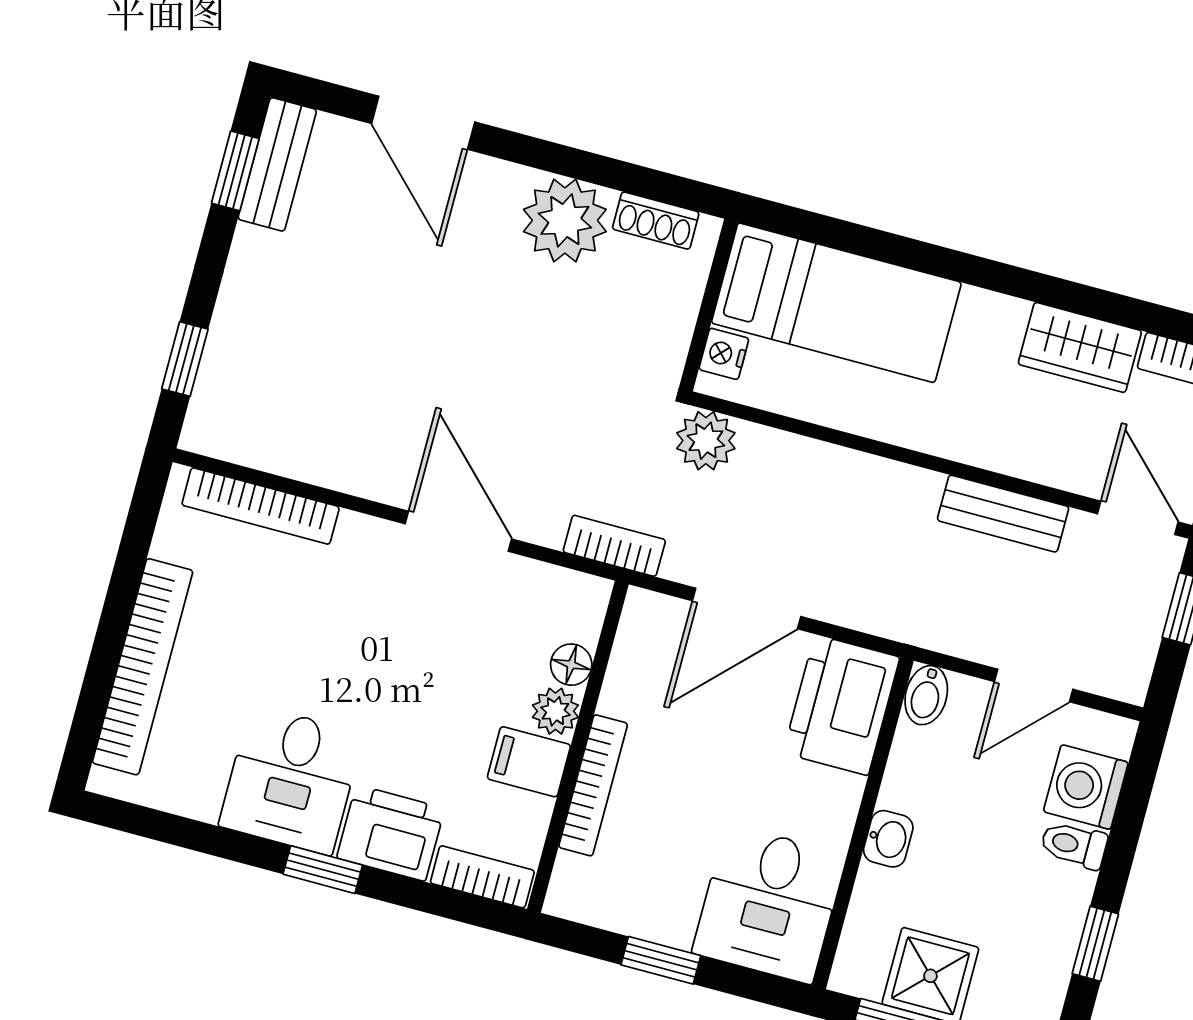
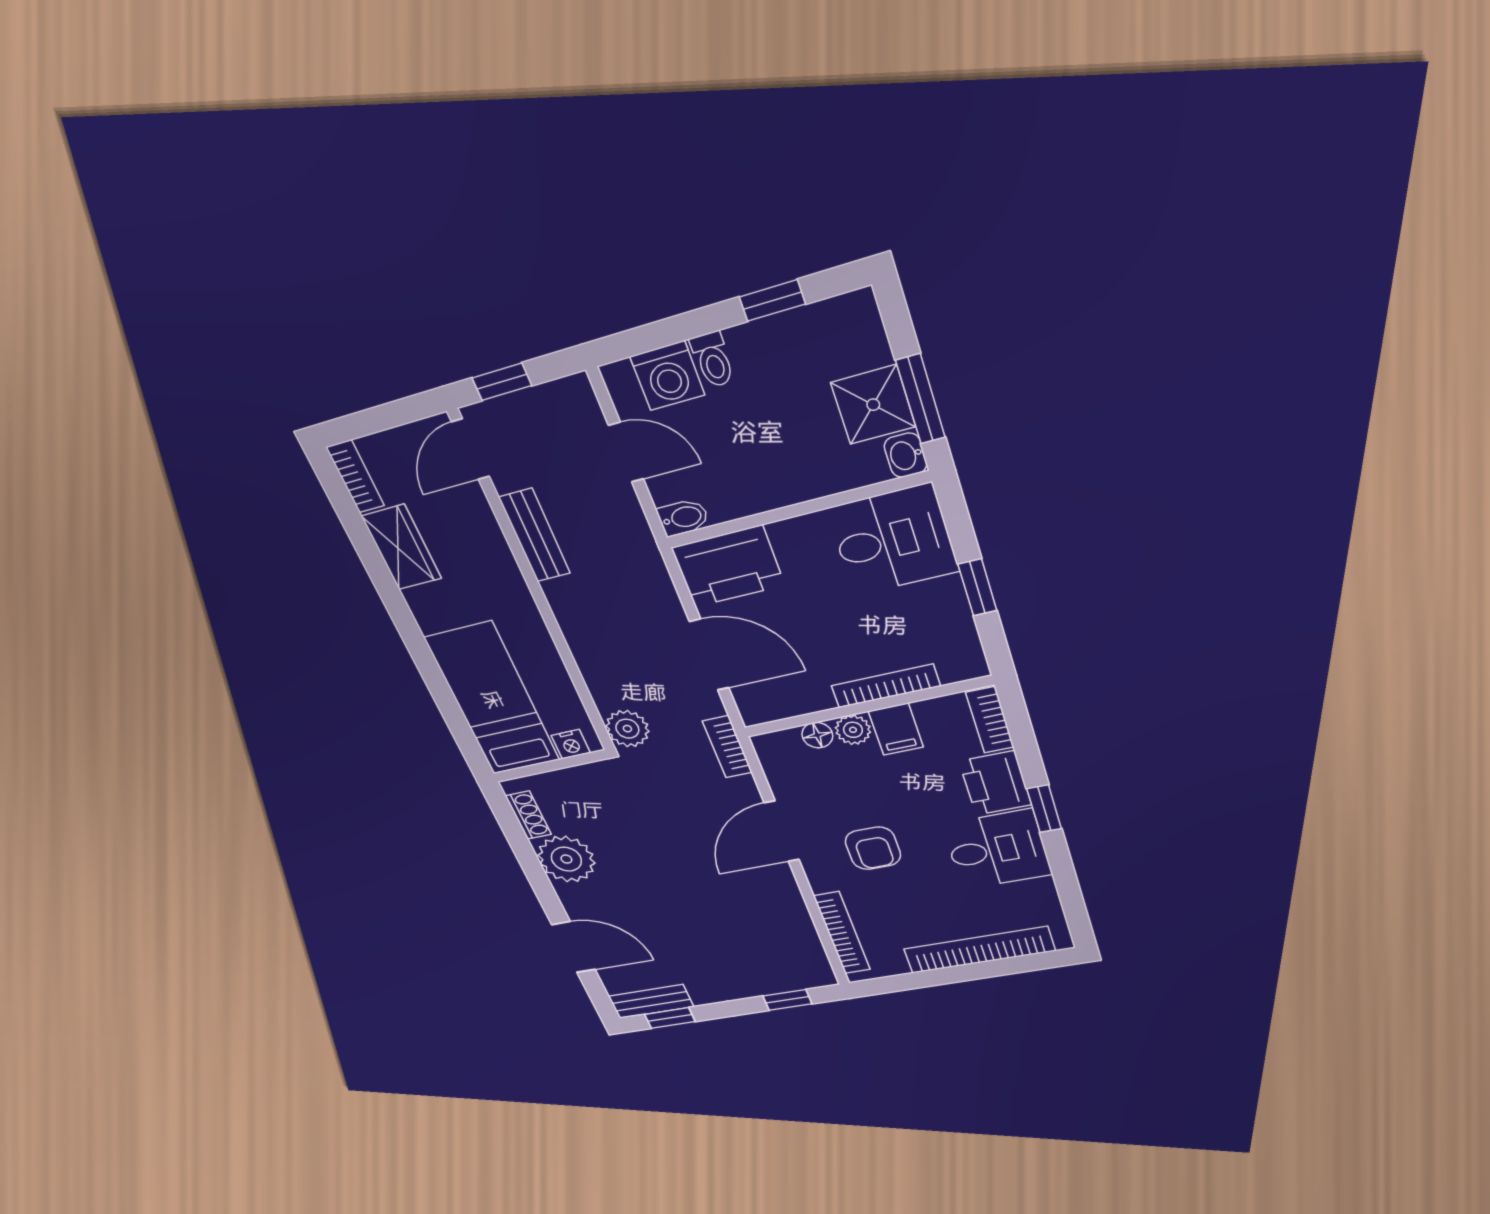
door: (423, 123) -> (574, 947), hinge flipped
armchair: (373, 629) -> (873, 848), added
washbasin: (888, 839) -> (906, 455), moved, turned -90

